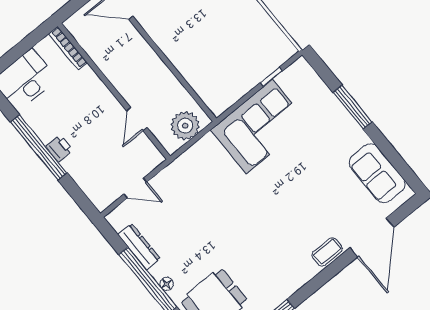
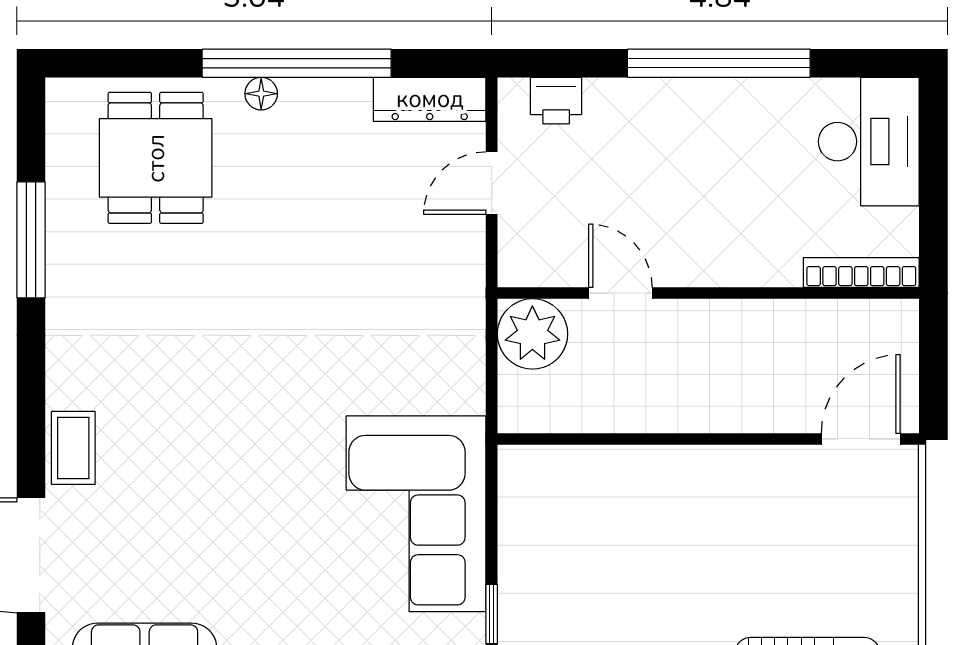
plant: (185, 126) -> (532, 334), moved
printer: (59, 148) -> (556, 101), moved
dresser: (139, 247) -> (430, 99), moved

